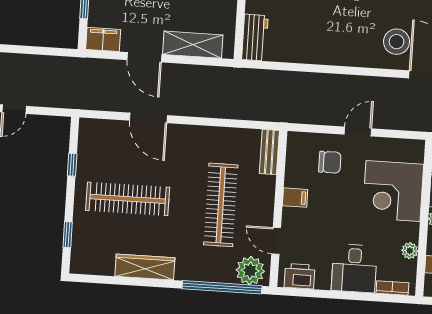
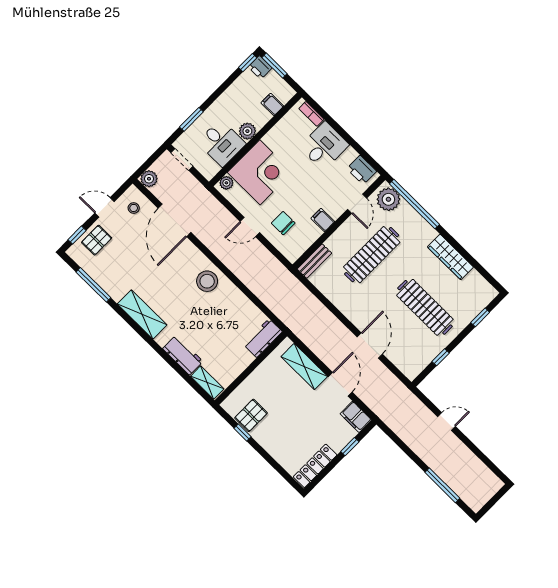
stool: (397, 42) -> (207, 281), moved
plant: (410, 251) -> (226, 183), moved

